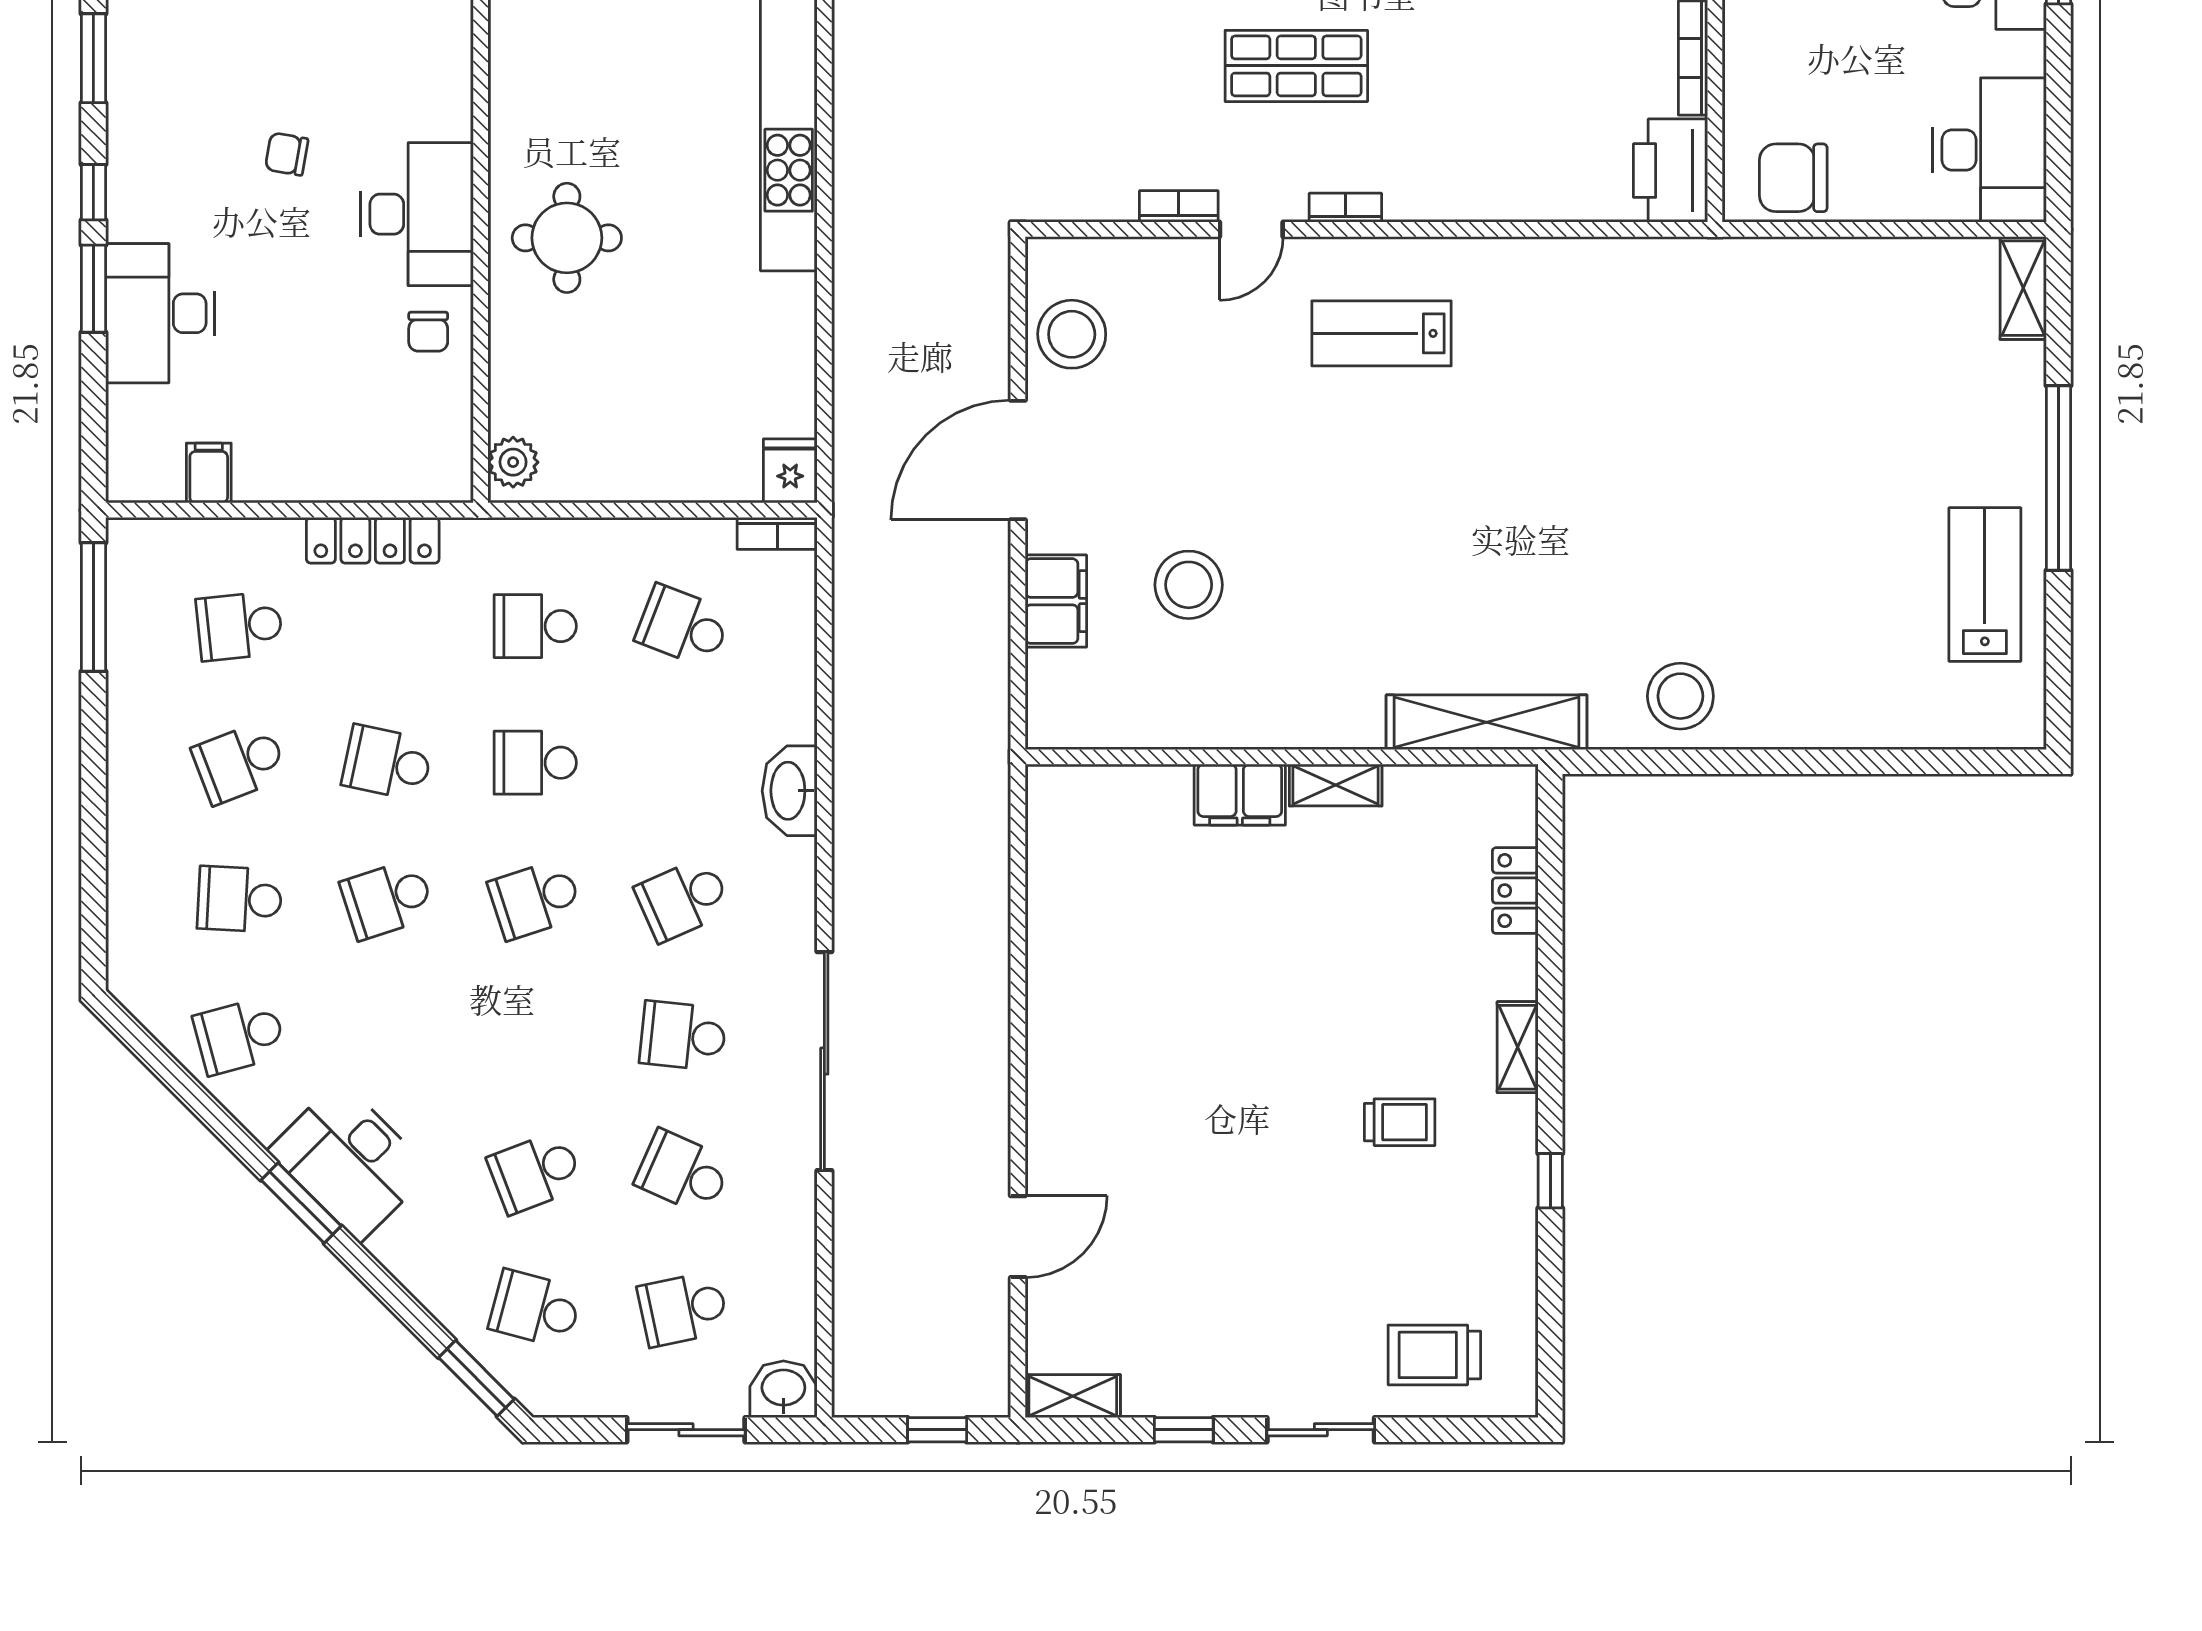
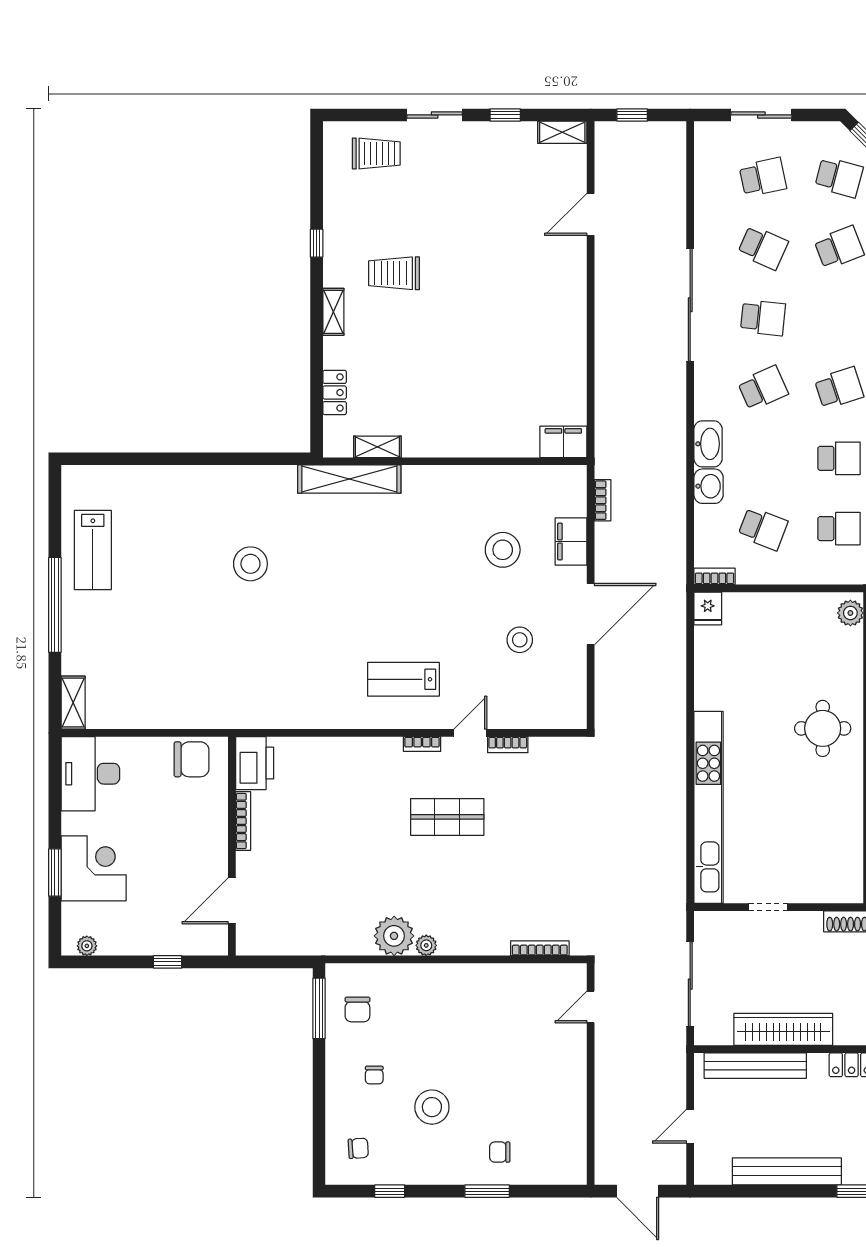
lab bench: (1381, 333) -> (403, 679), turned 180
stool: (1072, 334) -> (520, 640), moved, width x0.73, depth x0.73
bookcase: (995, 681) -> (603, 500), added
stool: (1680, 696) -> (250, 564), moved
shelving: (1336, 785) -> (377, 447), moved
filing cabinet: (1240, 795) -> (563, 442), moved
trolley: (1400, 1122) -> (394, 273), width x1.36, depth x1.39
washbasin: (783, 1389) -> (709, 486), moved, turned -90

